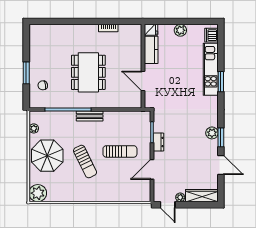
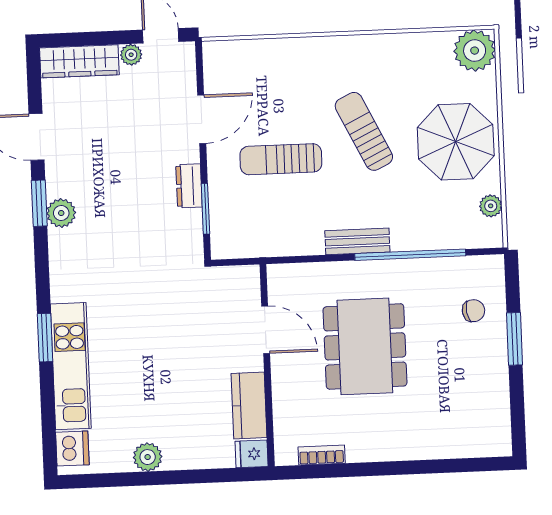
fridge: (151, 30) -> (252, 454), moved
kitchen counter: (151, 50) -> (249, 405), moved
wall: (143, 66) -> (267, 365), moved
door: (143, 81) -> (266, 330), moved

